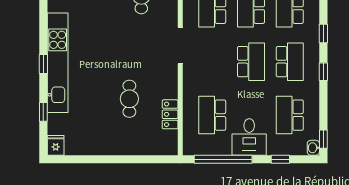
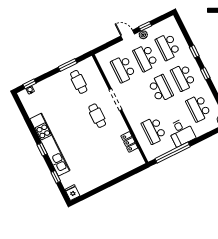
school desk: (290, 62) -> (183, 77), turned 180
cafe table: (129, 99) -> (97, 116), moved
window: (280, 159) -> (206, 136), removed

